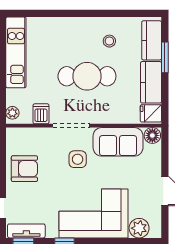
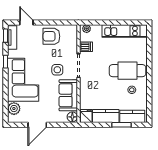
cafe table: (87, 76) -> (128, 71), moved, turned 90
armchair: (24, 169) -> (51, 36), turned 90

